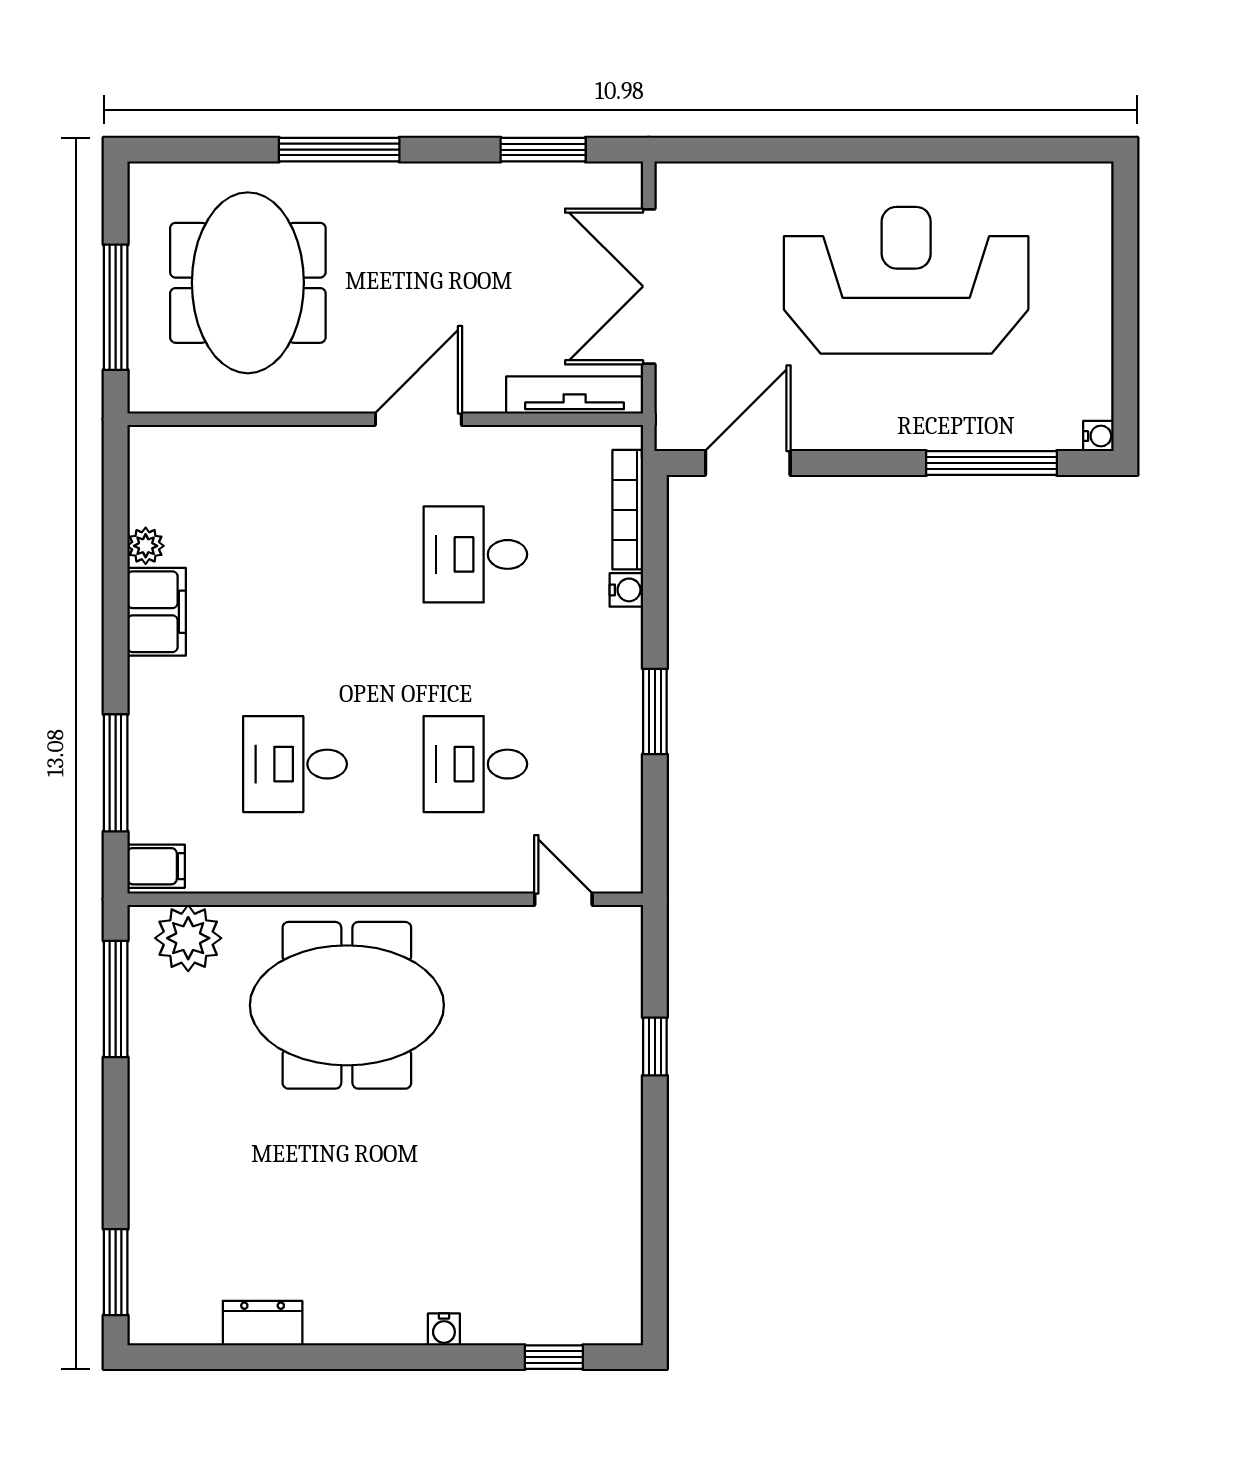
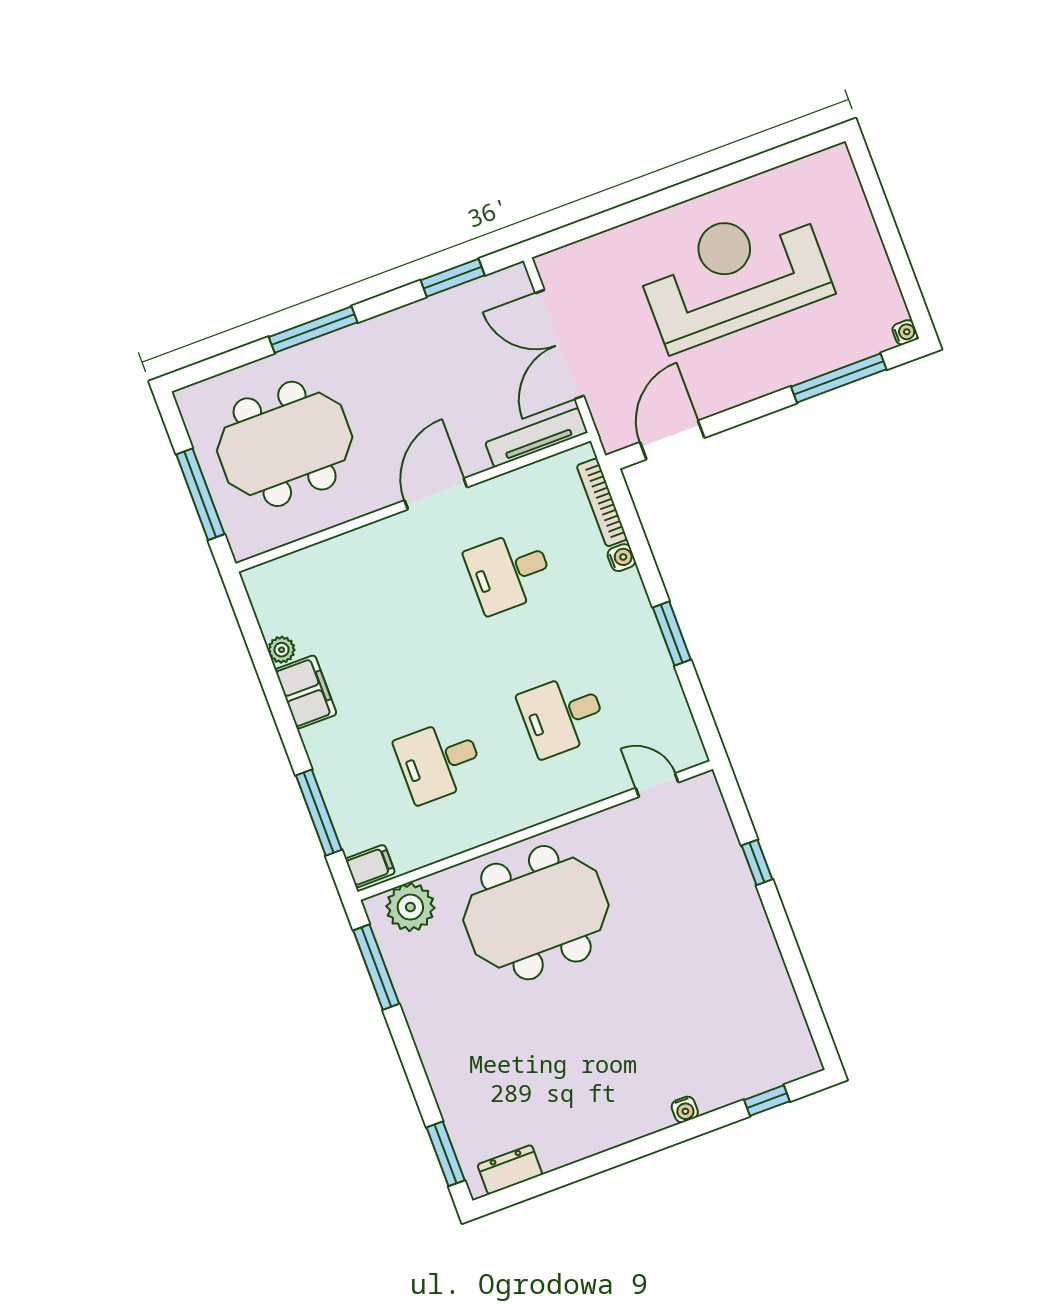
meeting table: (248, 283) -> (285, 444), turned 90
dresser: (263, 1323) -> (510, 1170), moved

